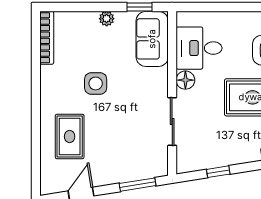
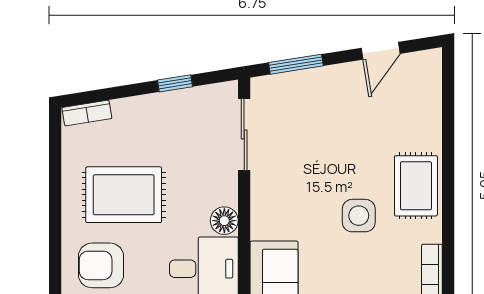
sliding door: (172, 121) -> (244, 135), moved
rug: (70, 136) -> (416, 186), moved

